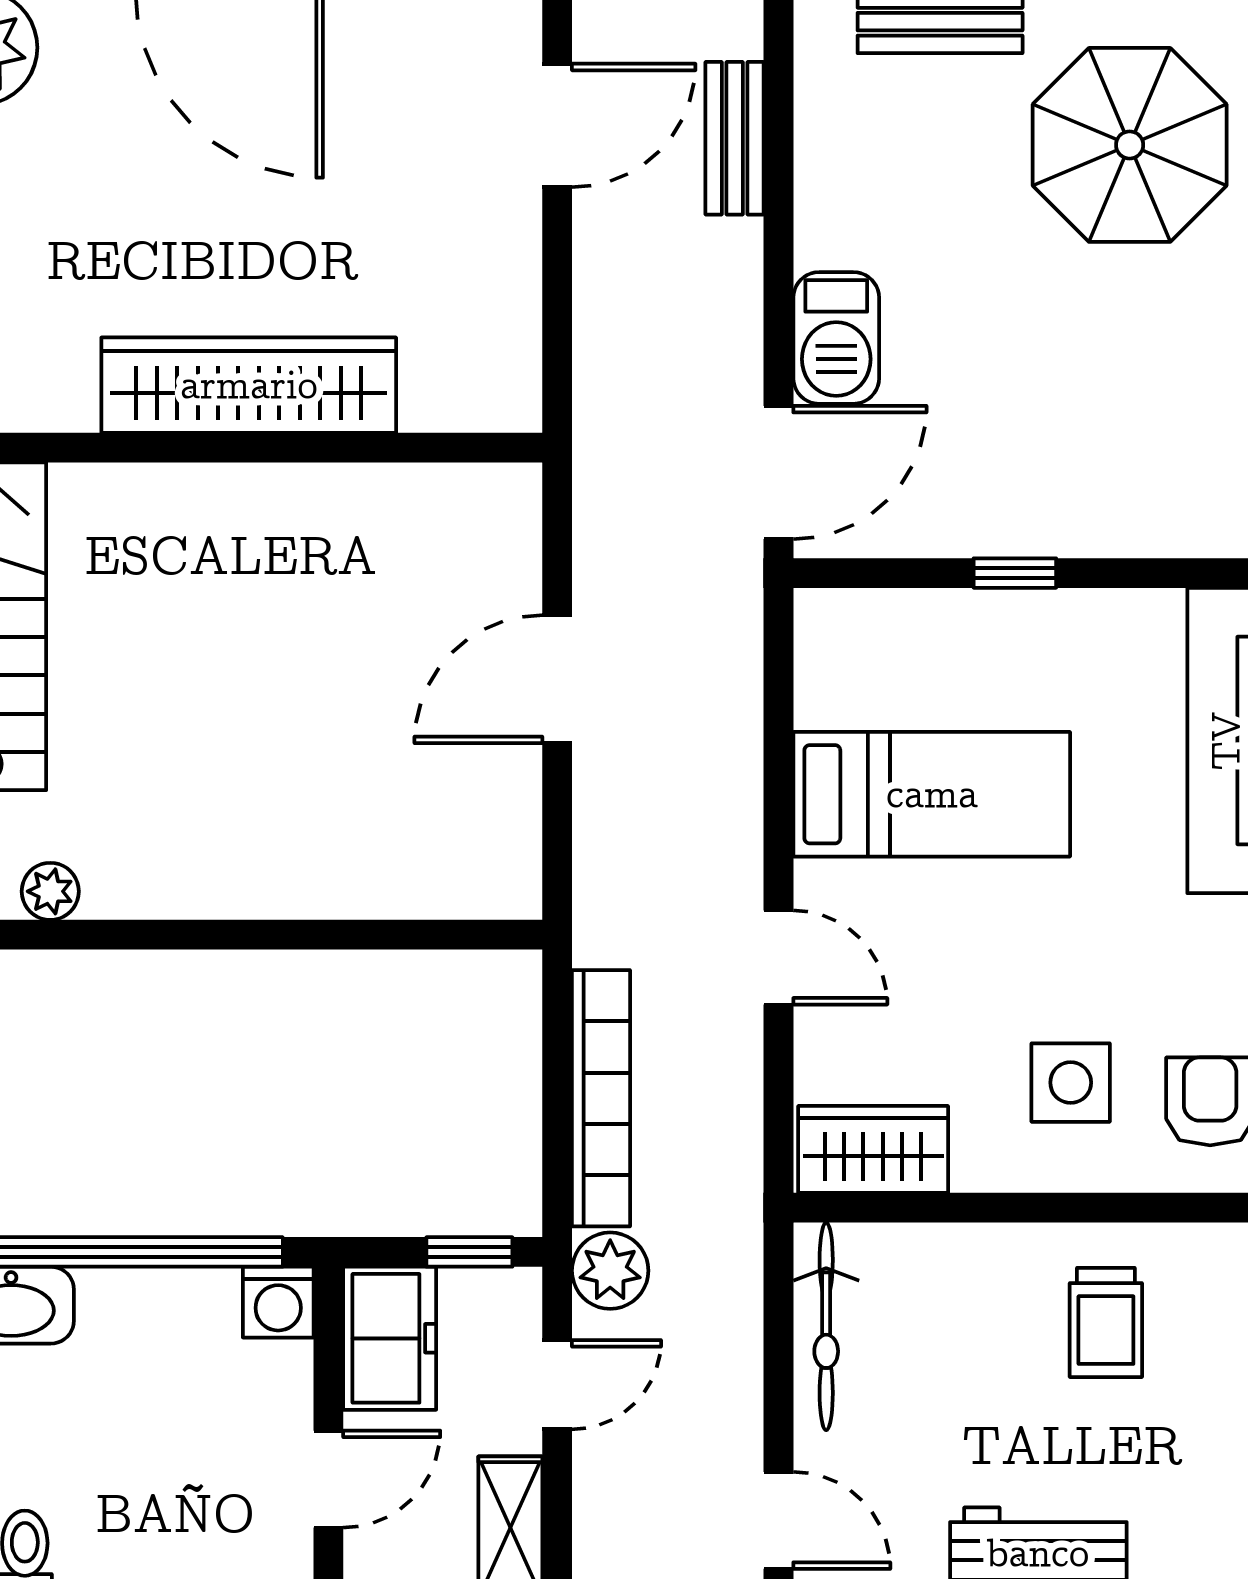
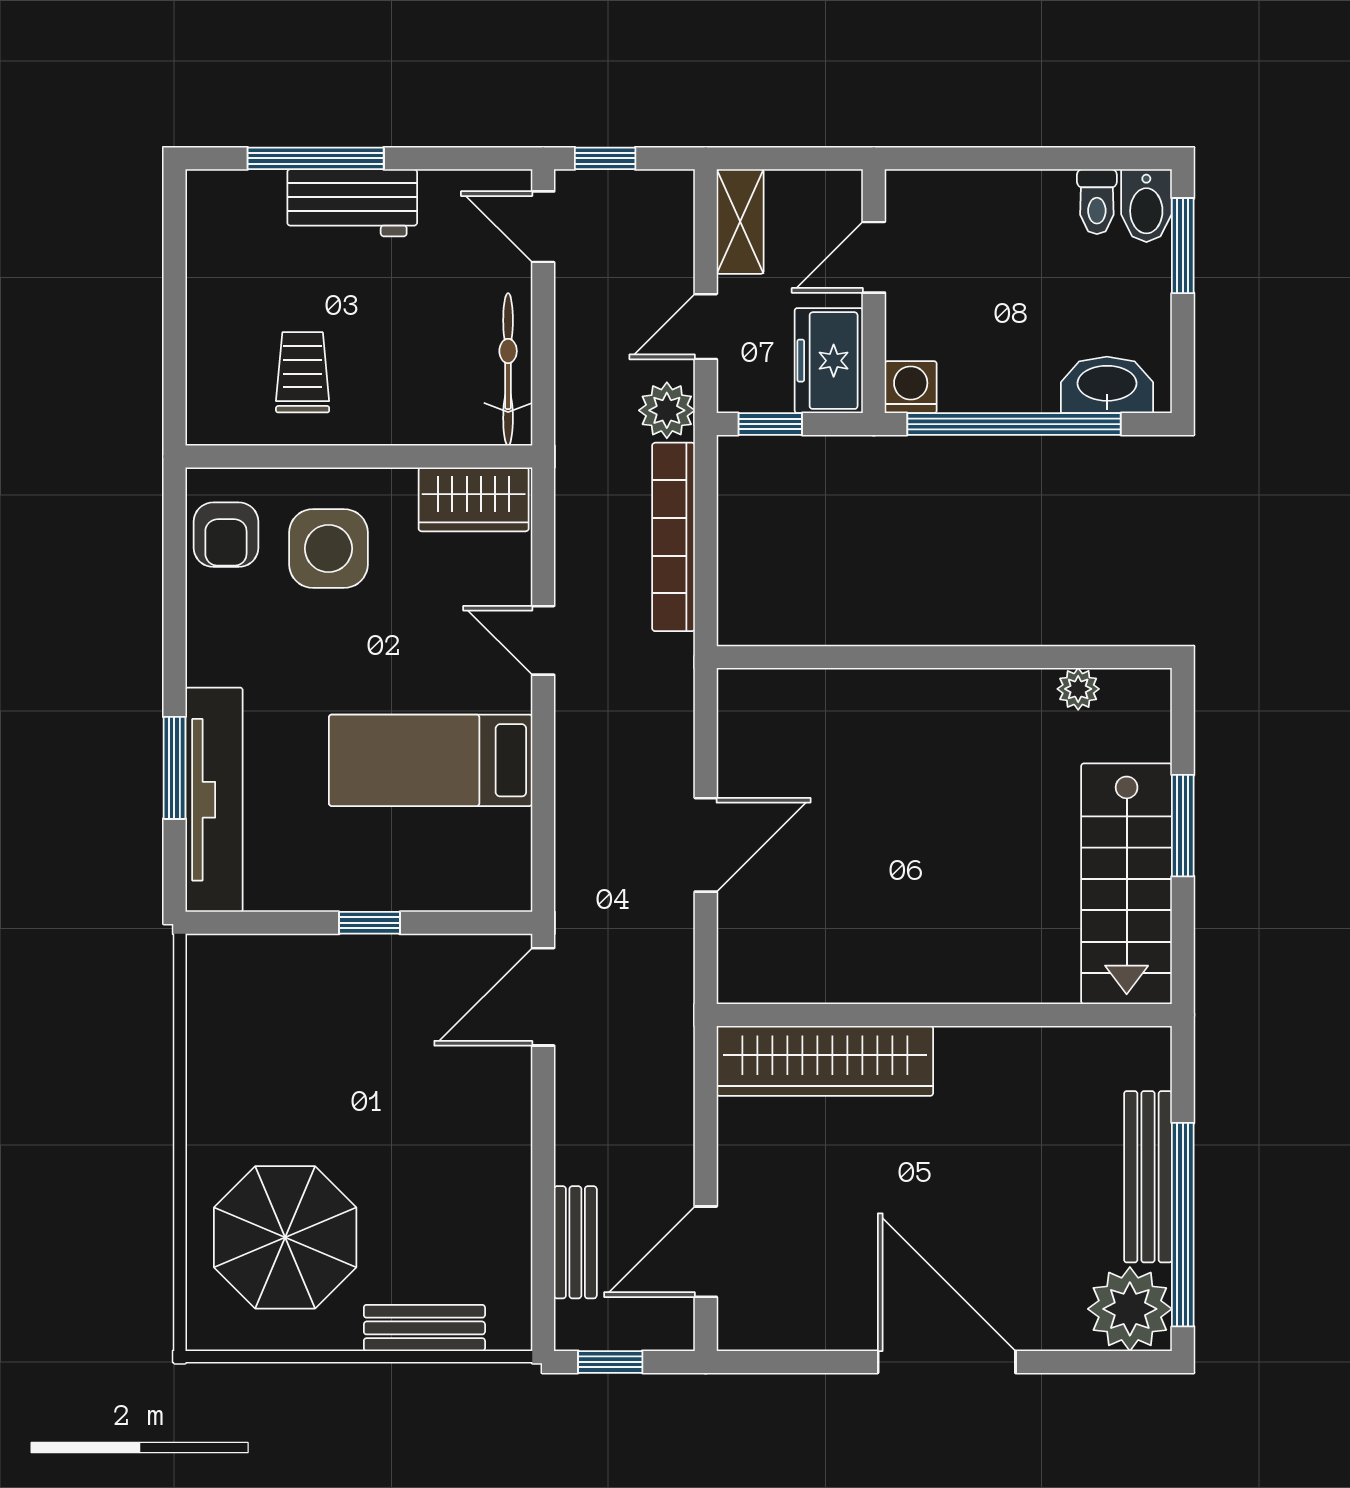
barbecue: (836, 338) -> (501, 1096), removed
wardrobe: (249, 385) -> (825, 1061), moved
side table: (1071, 1083) -> (328, 548), width x1.37, depth x1.37

